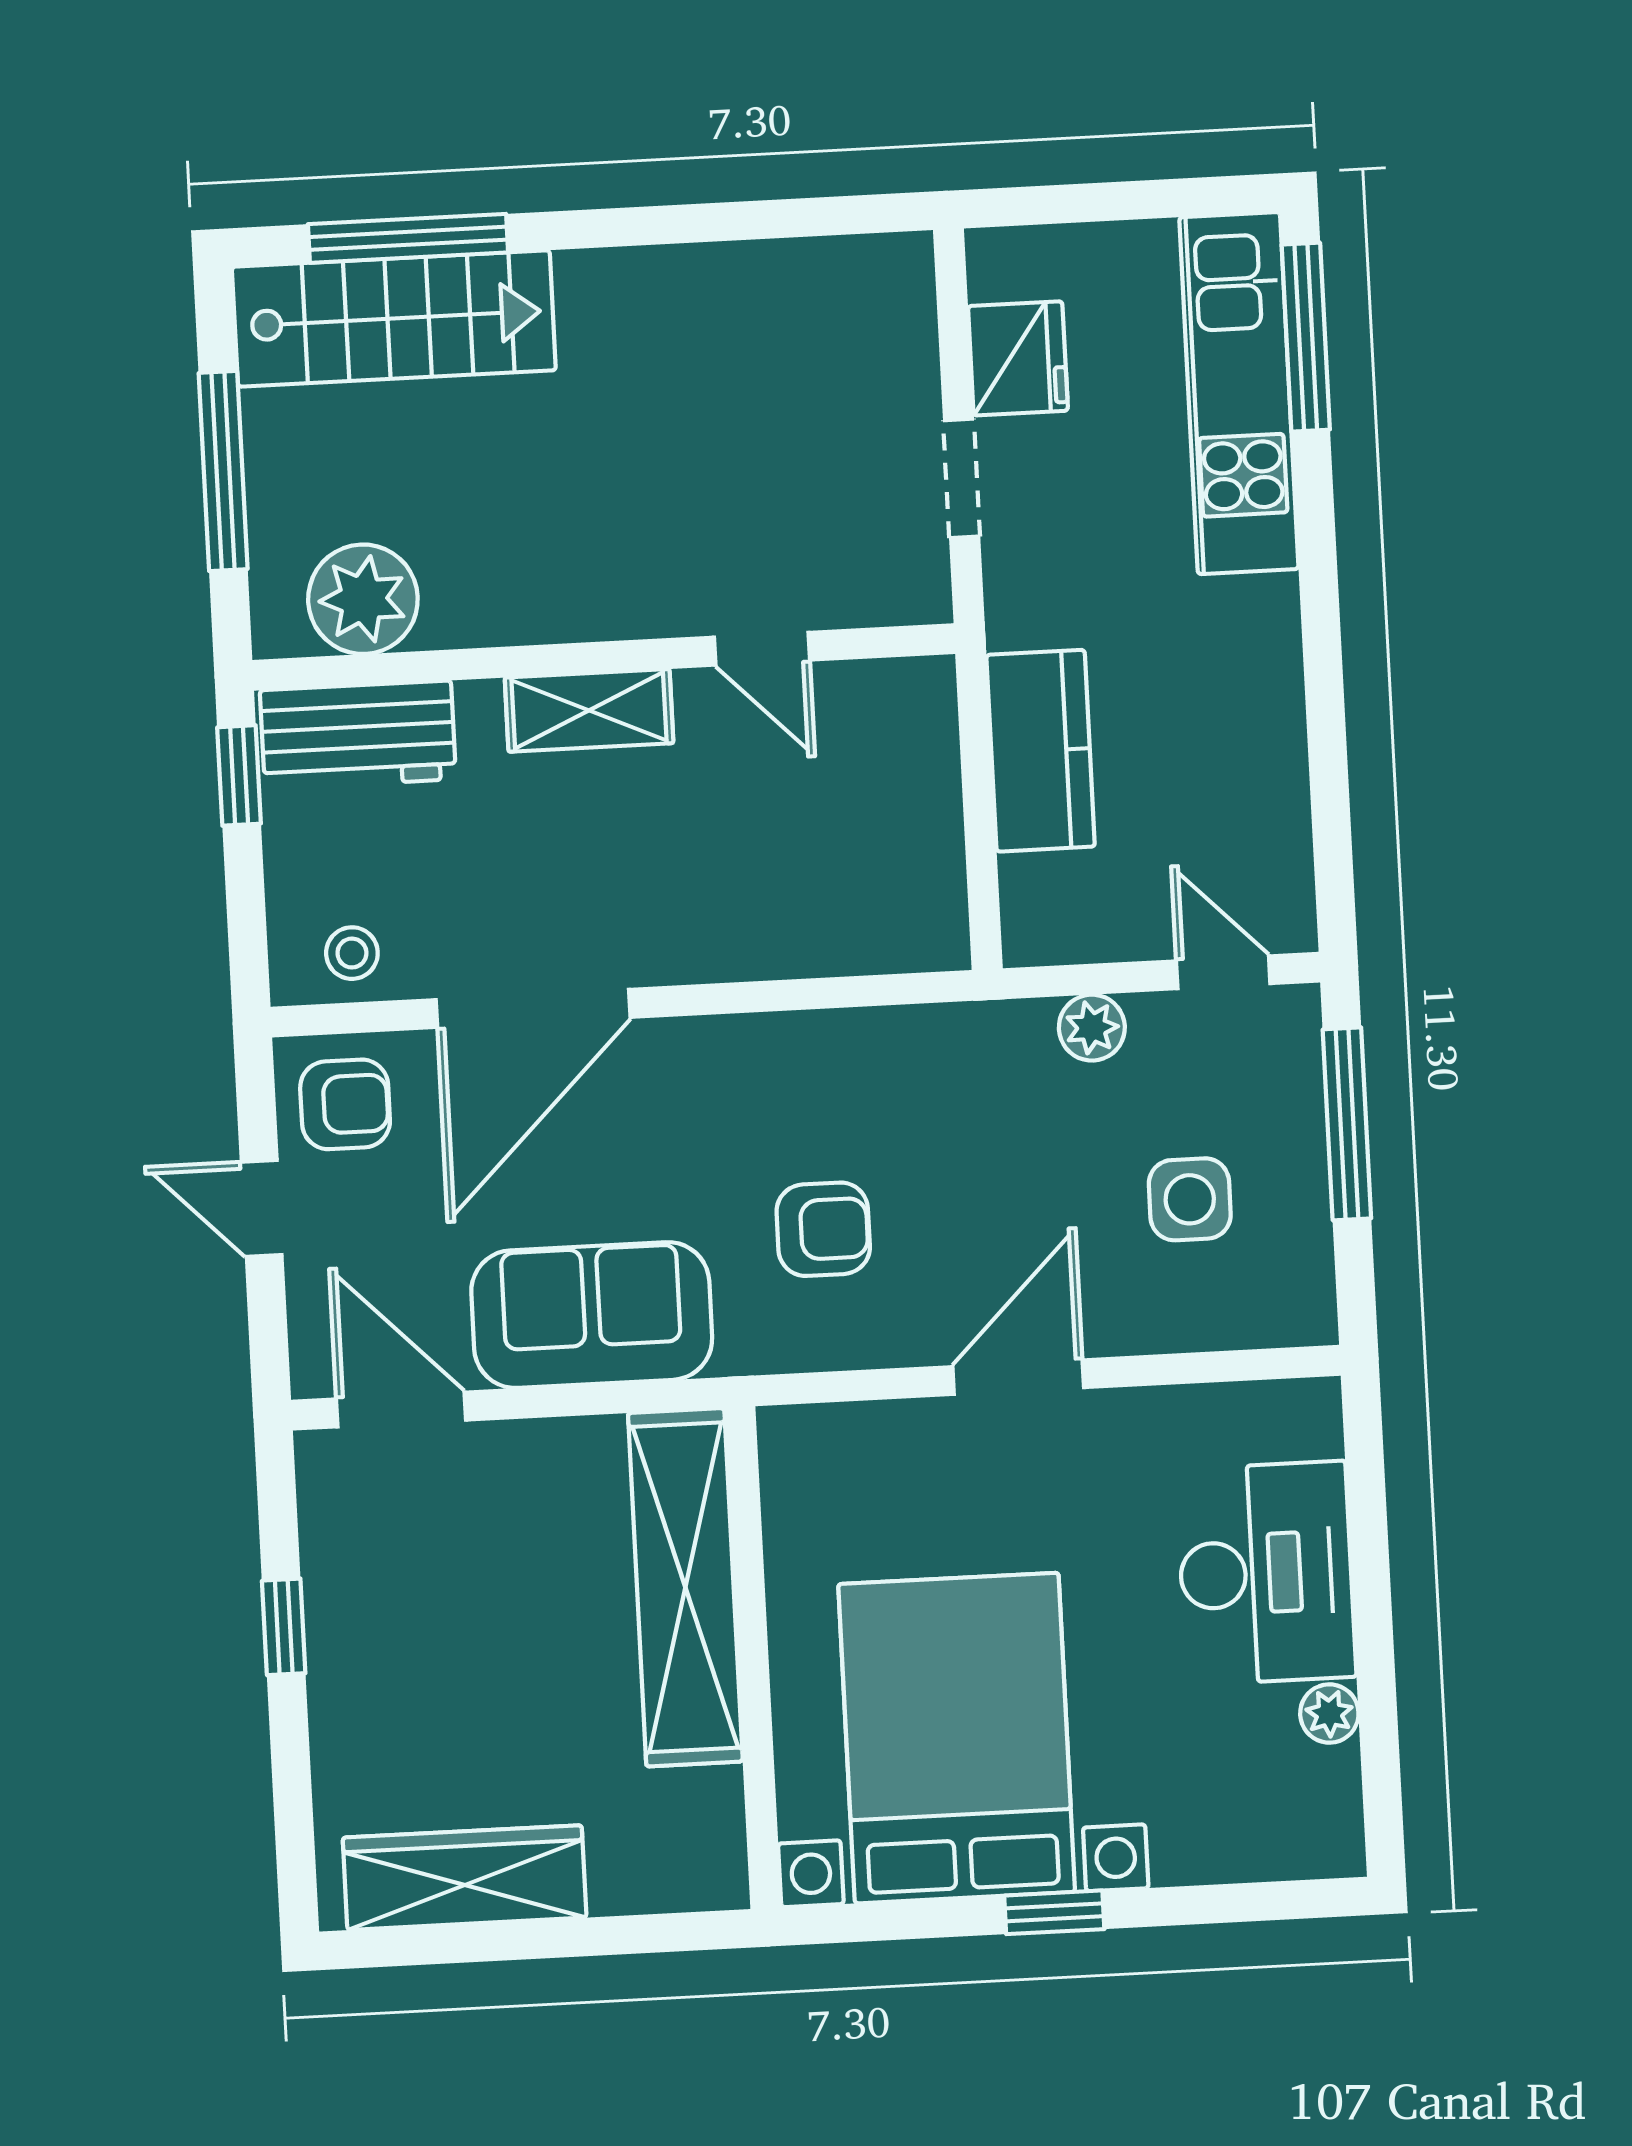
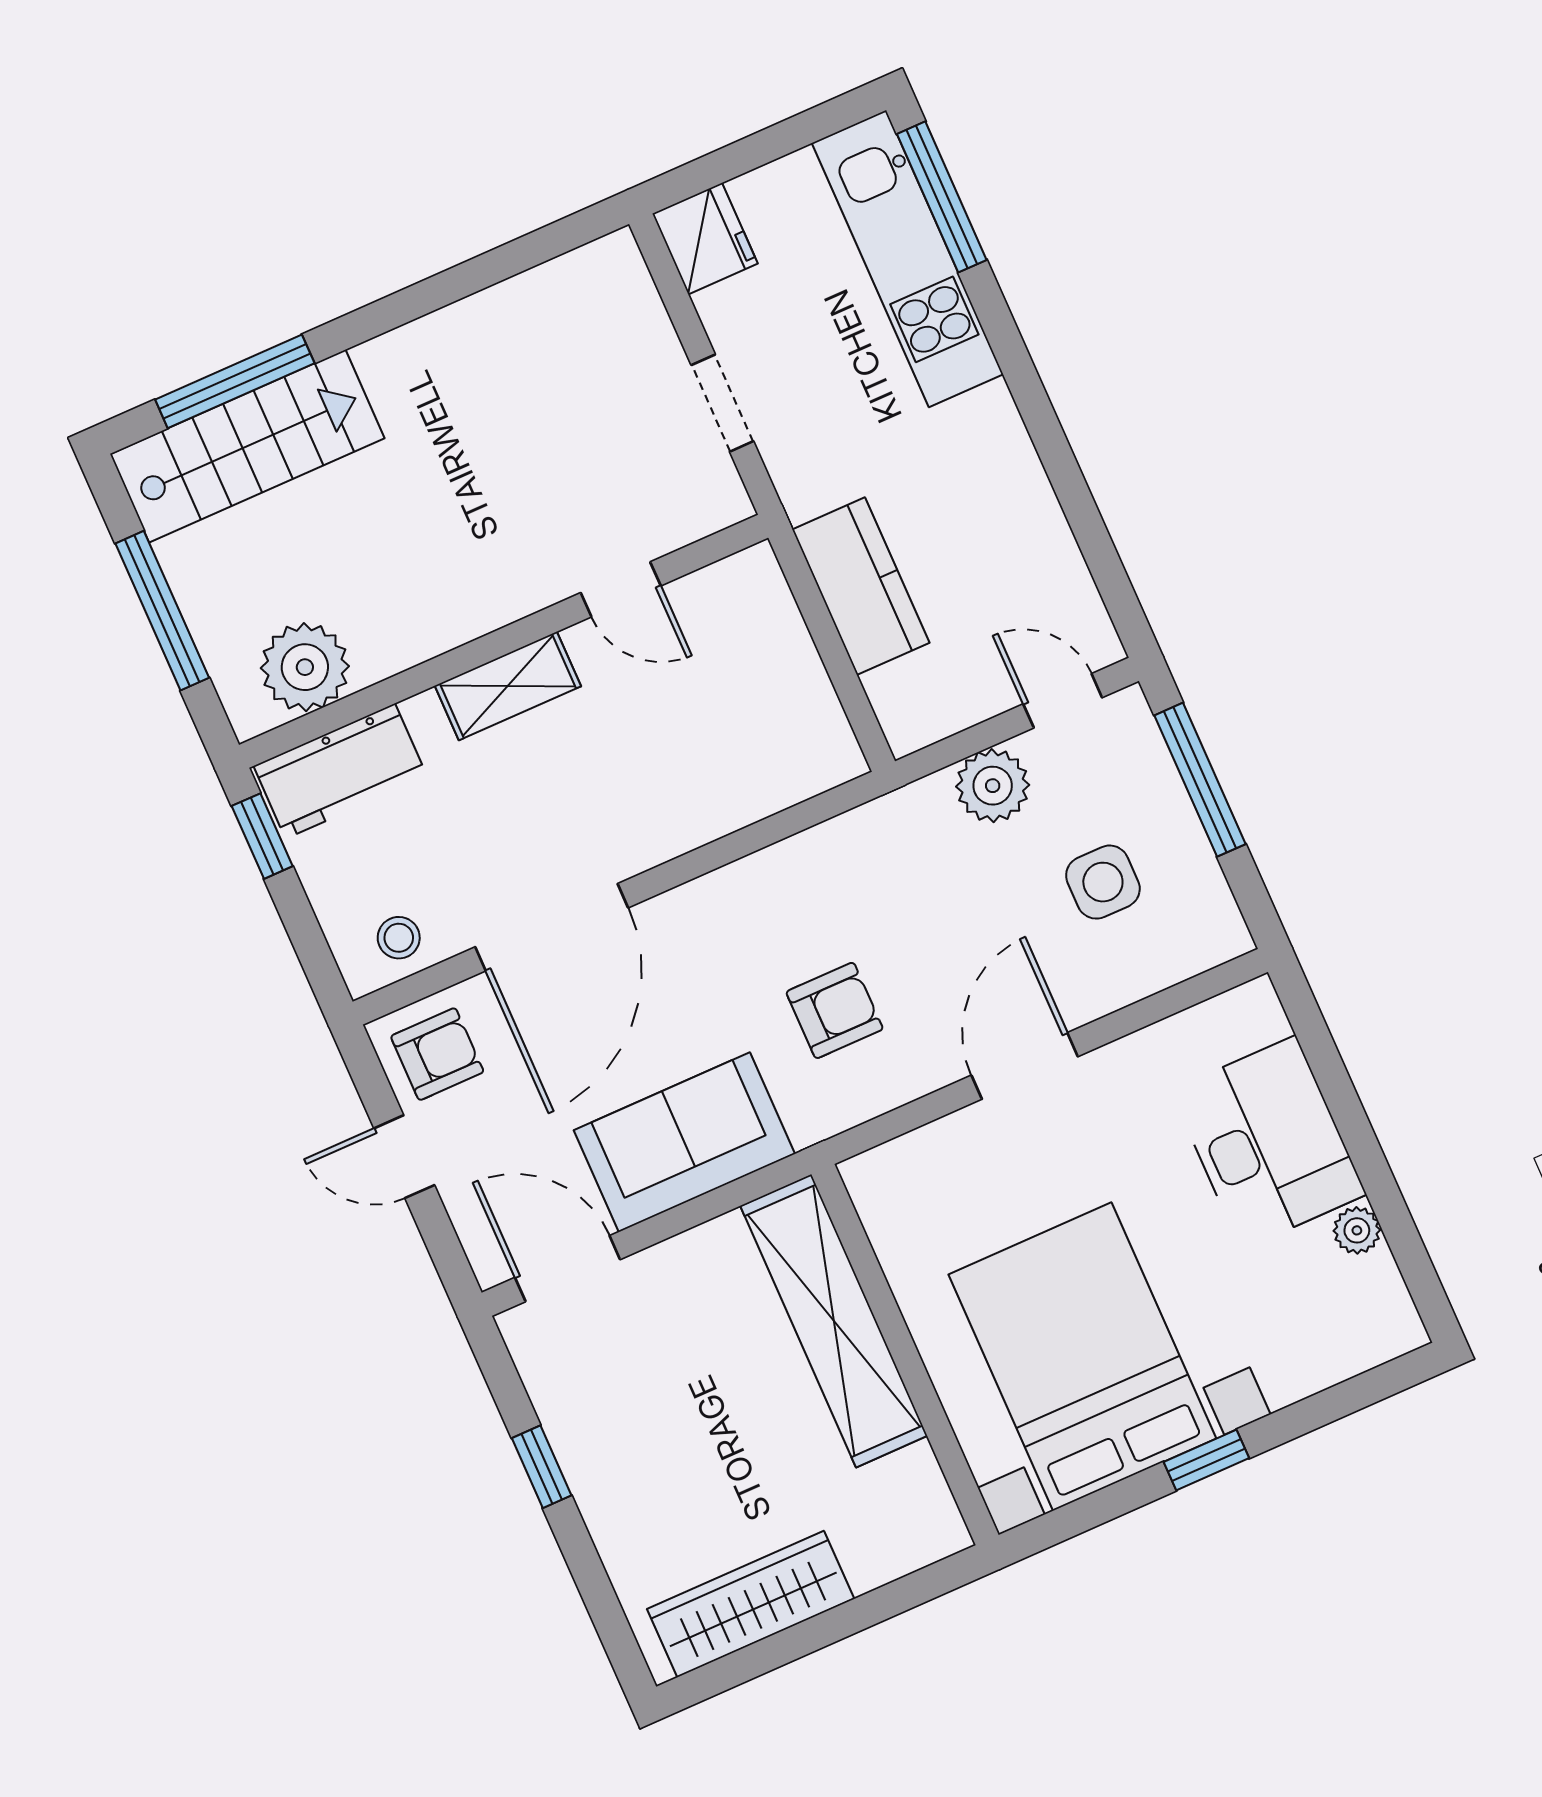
fridge: (1018, 358) -> (705, 239), moved
plant: (1092, 1028) -> (993, 786), width x1.38, depth x1.38

